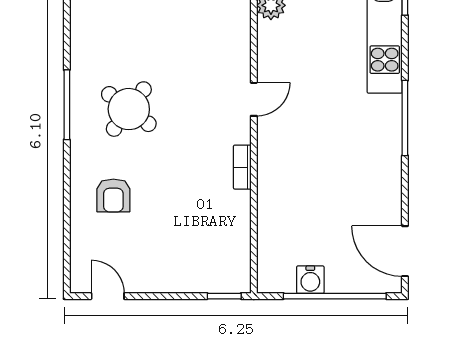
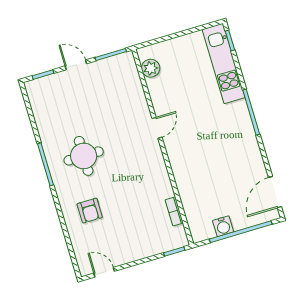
round table: (129, 109) -> (84, 156), turned -37
bookcase: (242, 167) -> (174, 211), moved
door: (405, 251) -> (275, 192), hinge flipped

